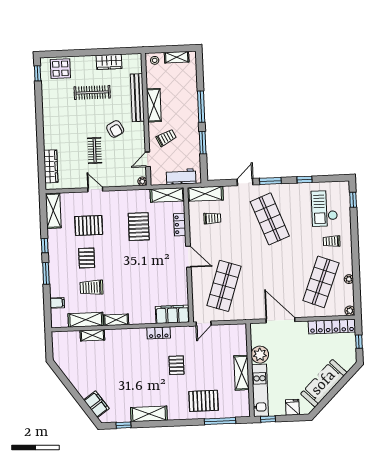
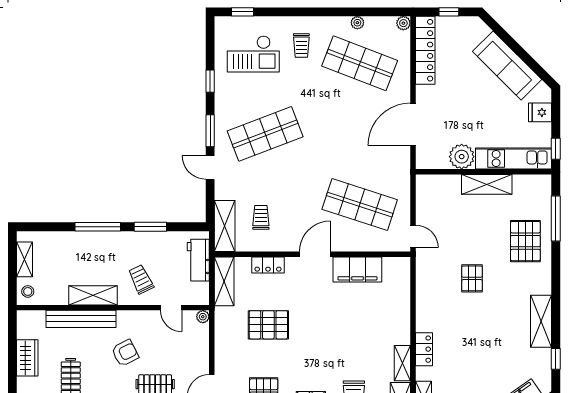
filing cabinet: (172, 314) -> (357, 269), moved, turned -90
locker: (159, 333) -> (424, 349), moved
pallet: (176, 365) -> (472, 278), turned 90

